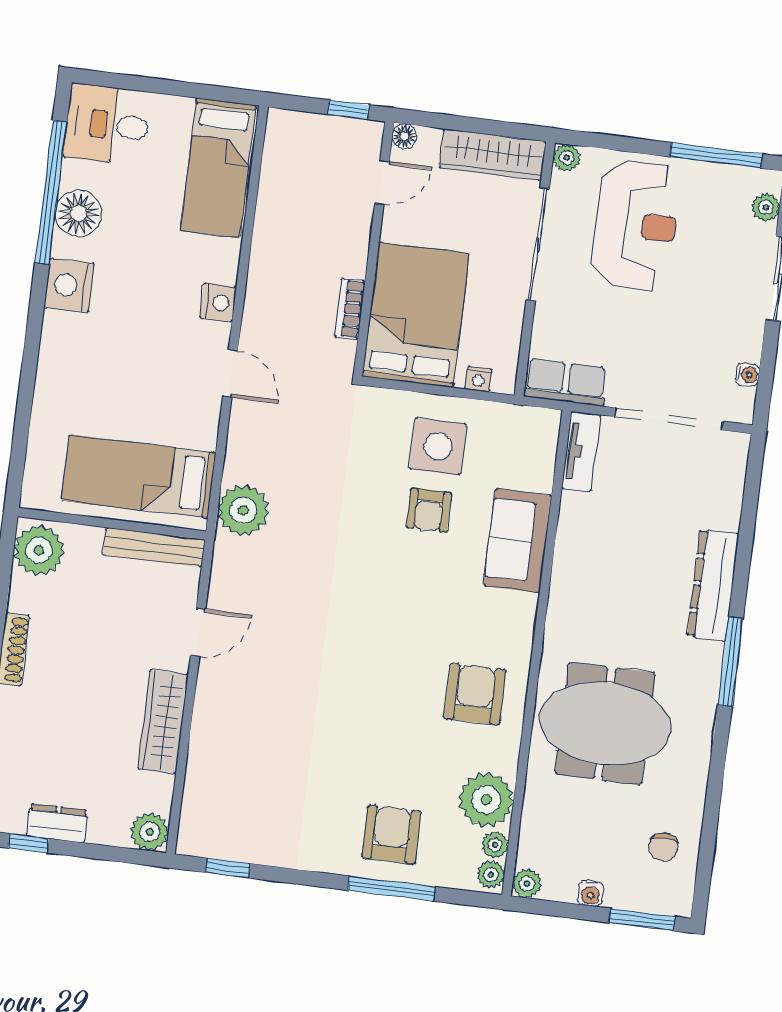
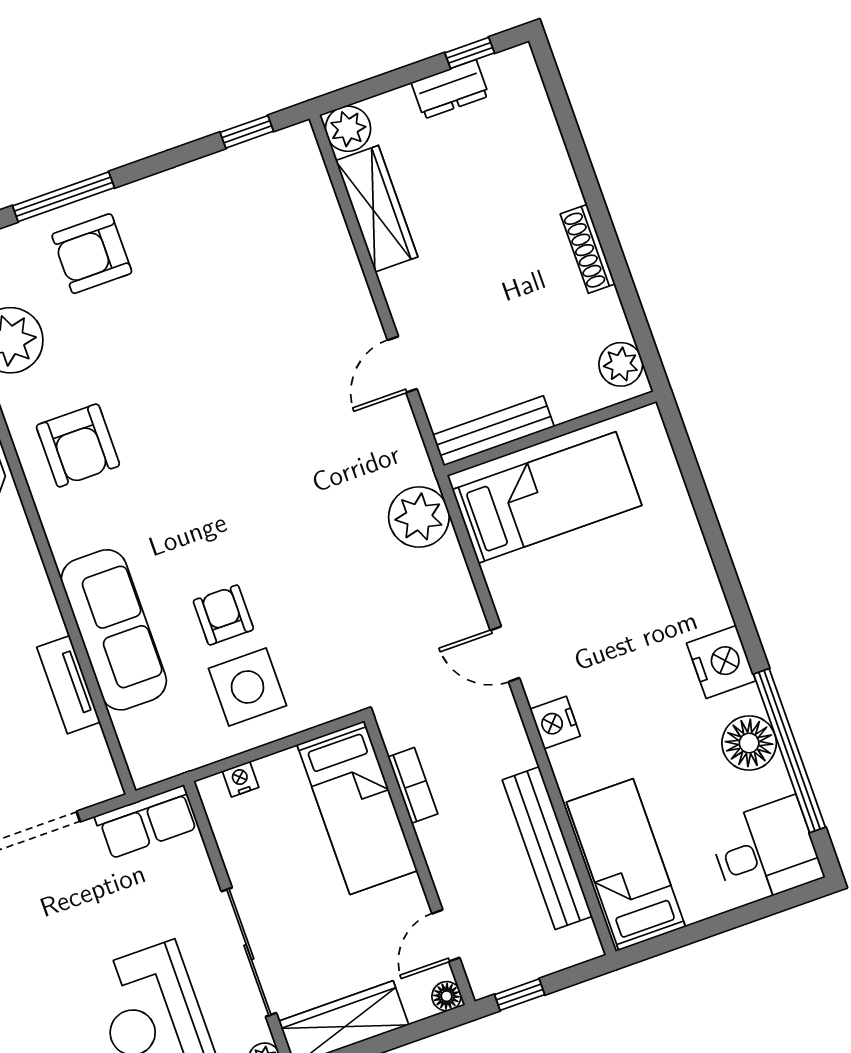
bench: (272, 210) -> (547, 848), added
bed: (416, 315) -> (357, 808), width x0.67
tv unit: (581, 452) -> (69, 685), moved
sofa: (518, 541) -> (114, 630), width x1.36
plant: (39, 550) -> (621, 364), width x0.73, depth x0.73
wardrobe: (163, 722) -> (377, 209), moved
armchair: (391, 834) -> (92, 254), turned 90

